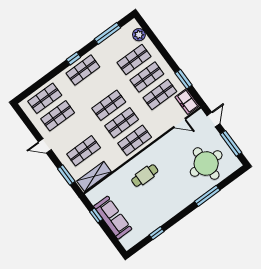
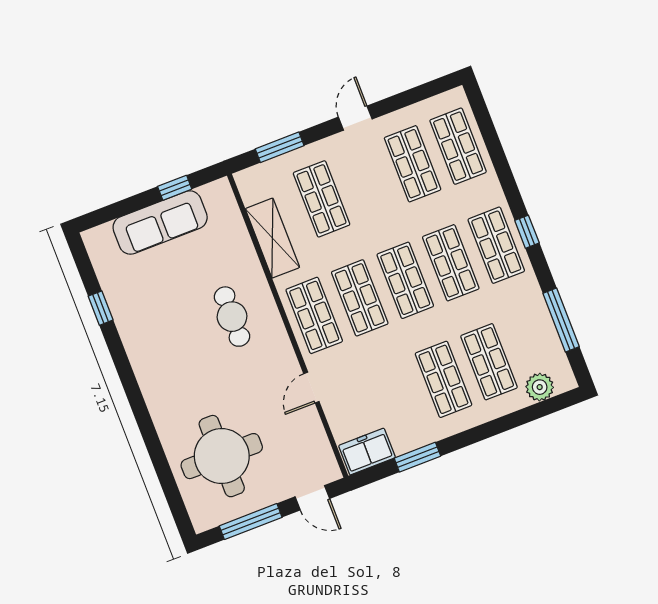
shop shelf: (160, 95) -> (451, 263), moved
door: (180, 123) -> (311, 388), moved
shelving: (94, 176) -> (272, 238), moved
window: (207, 196) -> (151, 439), removed

